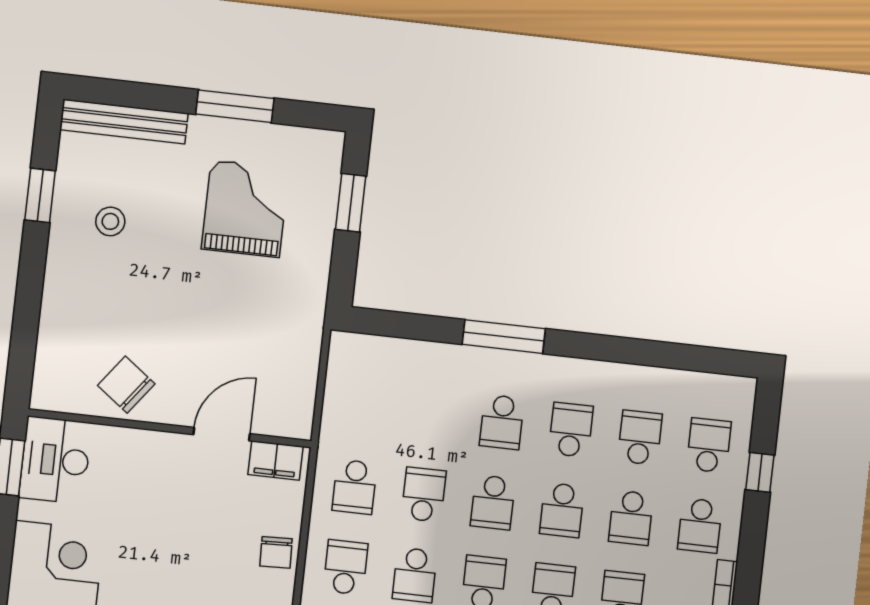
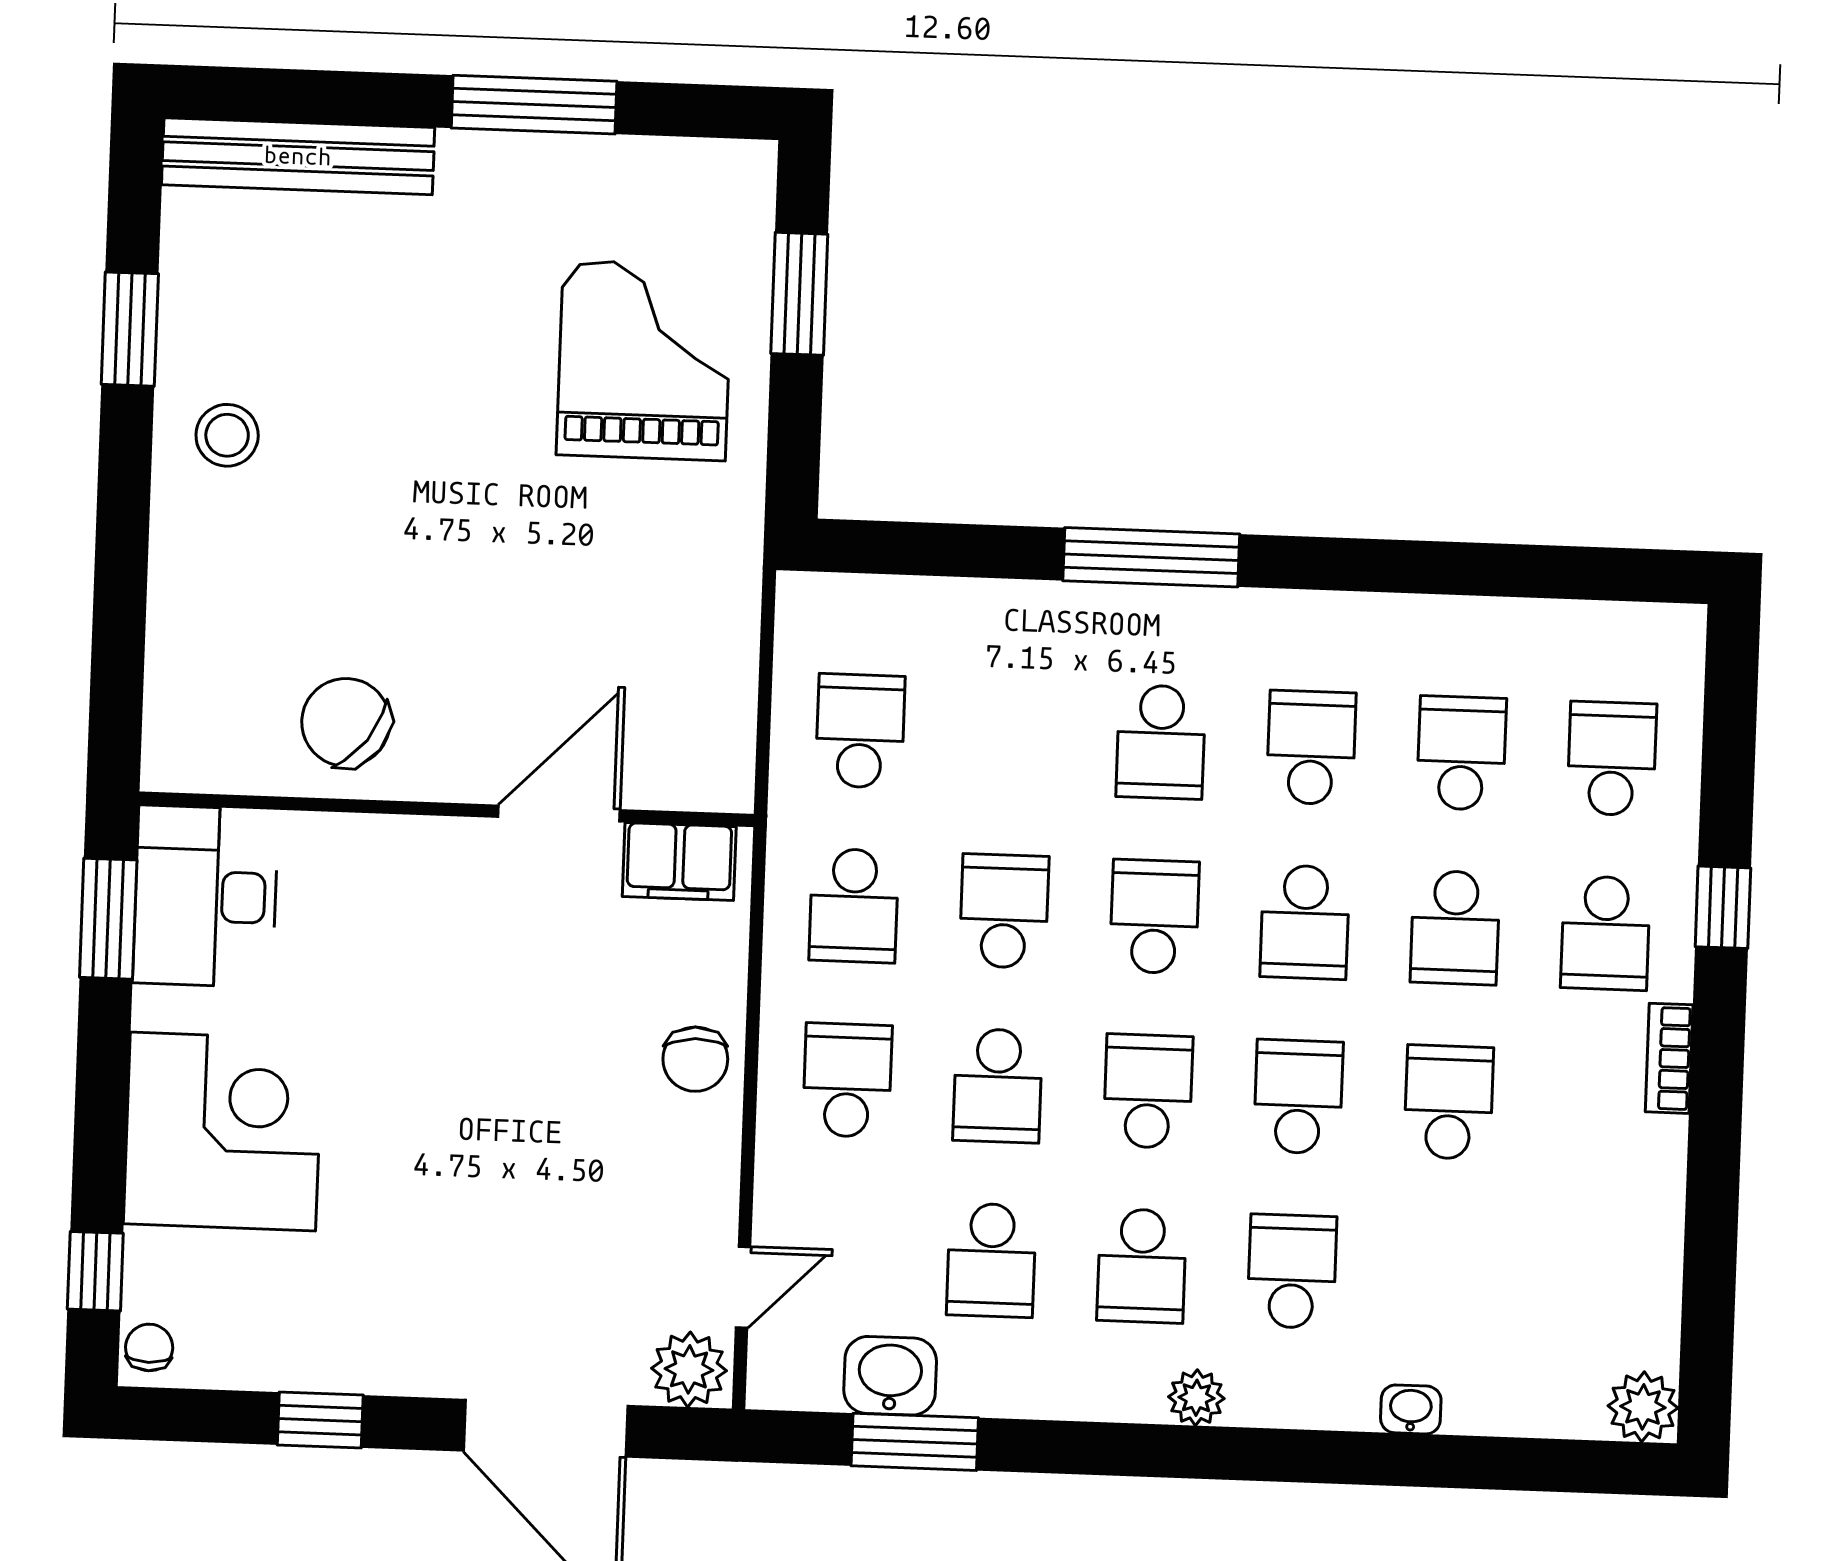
grand piano: (245, 209) -> (644, 360), moved
stool: (110, 221) -> (227, 435), moved
school desk: (364, 407) -> (860, 731), added
window: (760, 472) -> (1723, 907), moved
school desk: (493, 502) -> (1154, 917), turned 180

